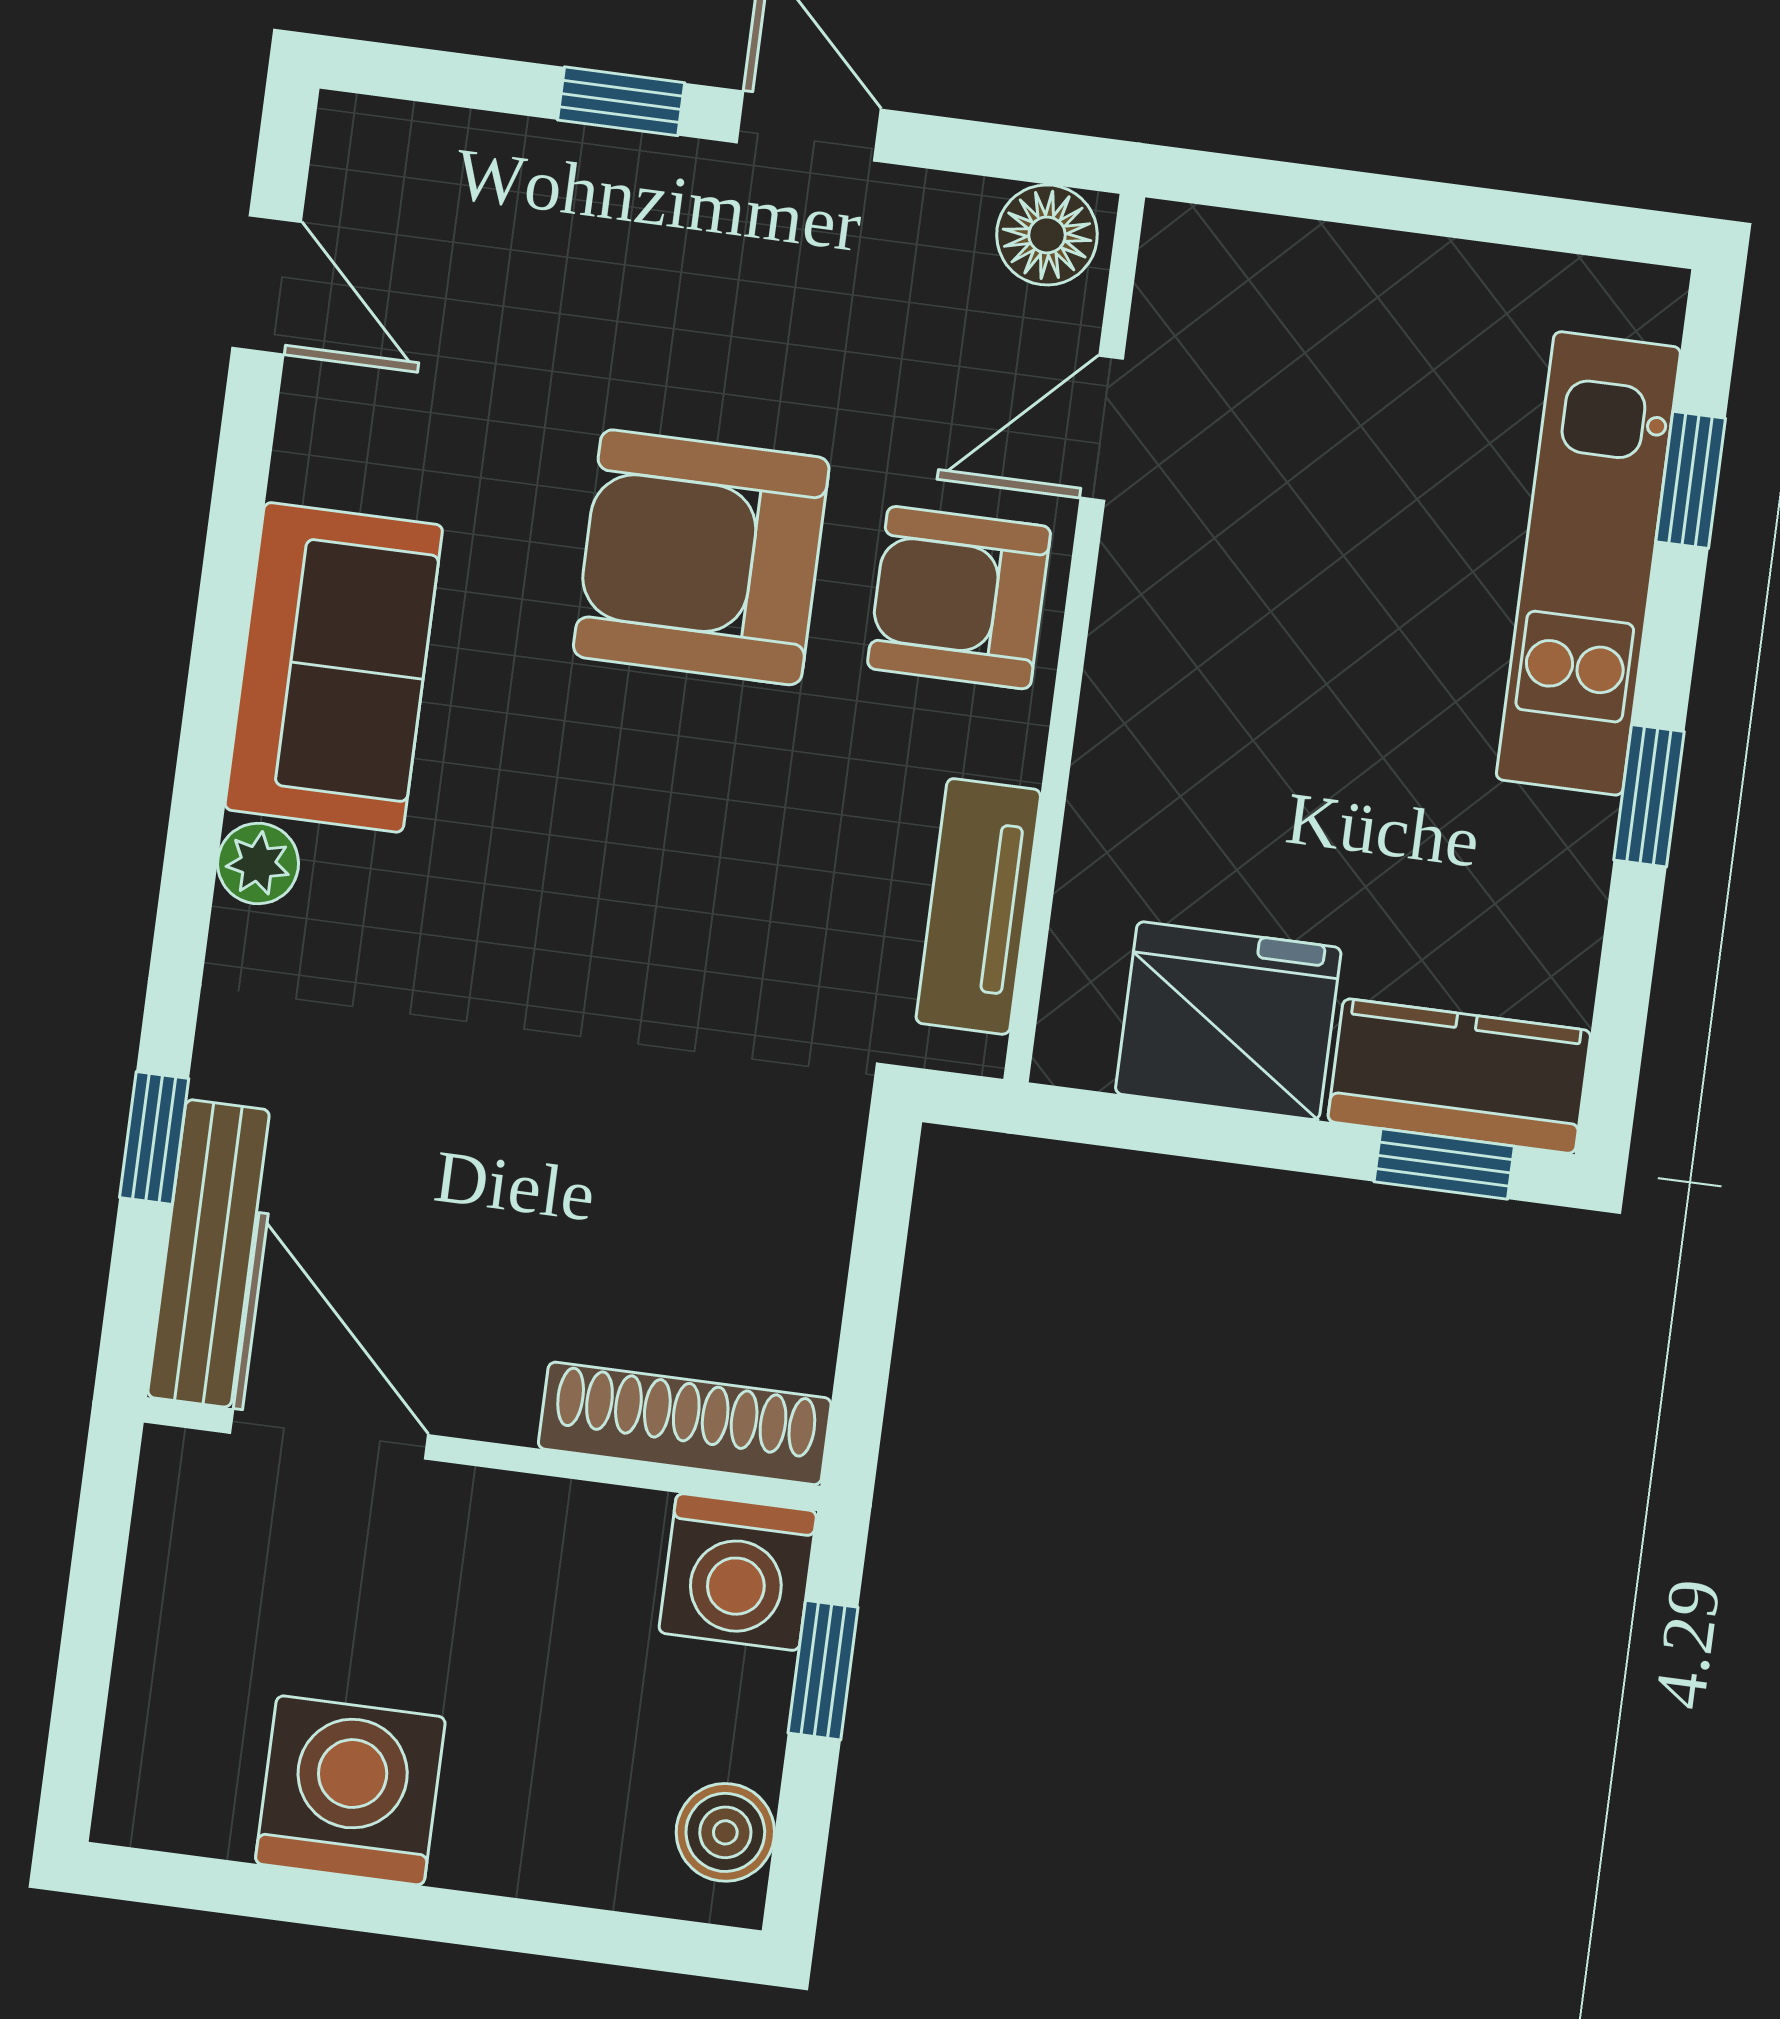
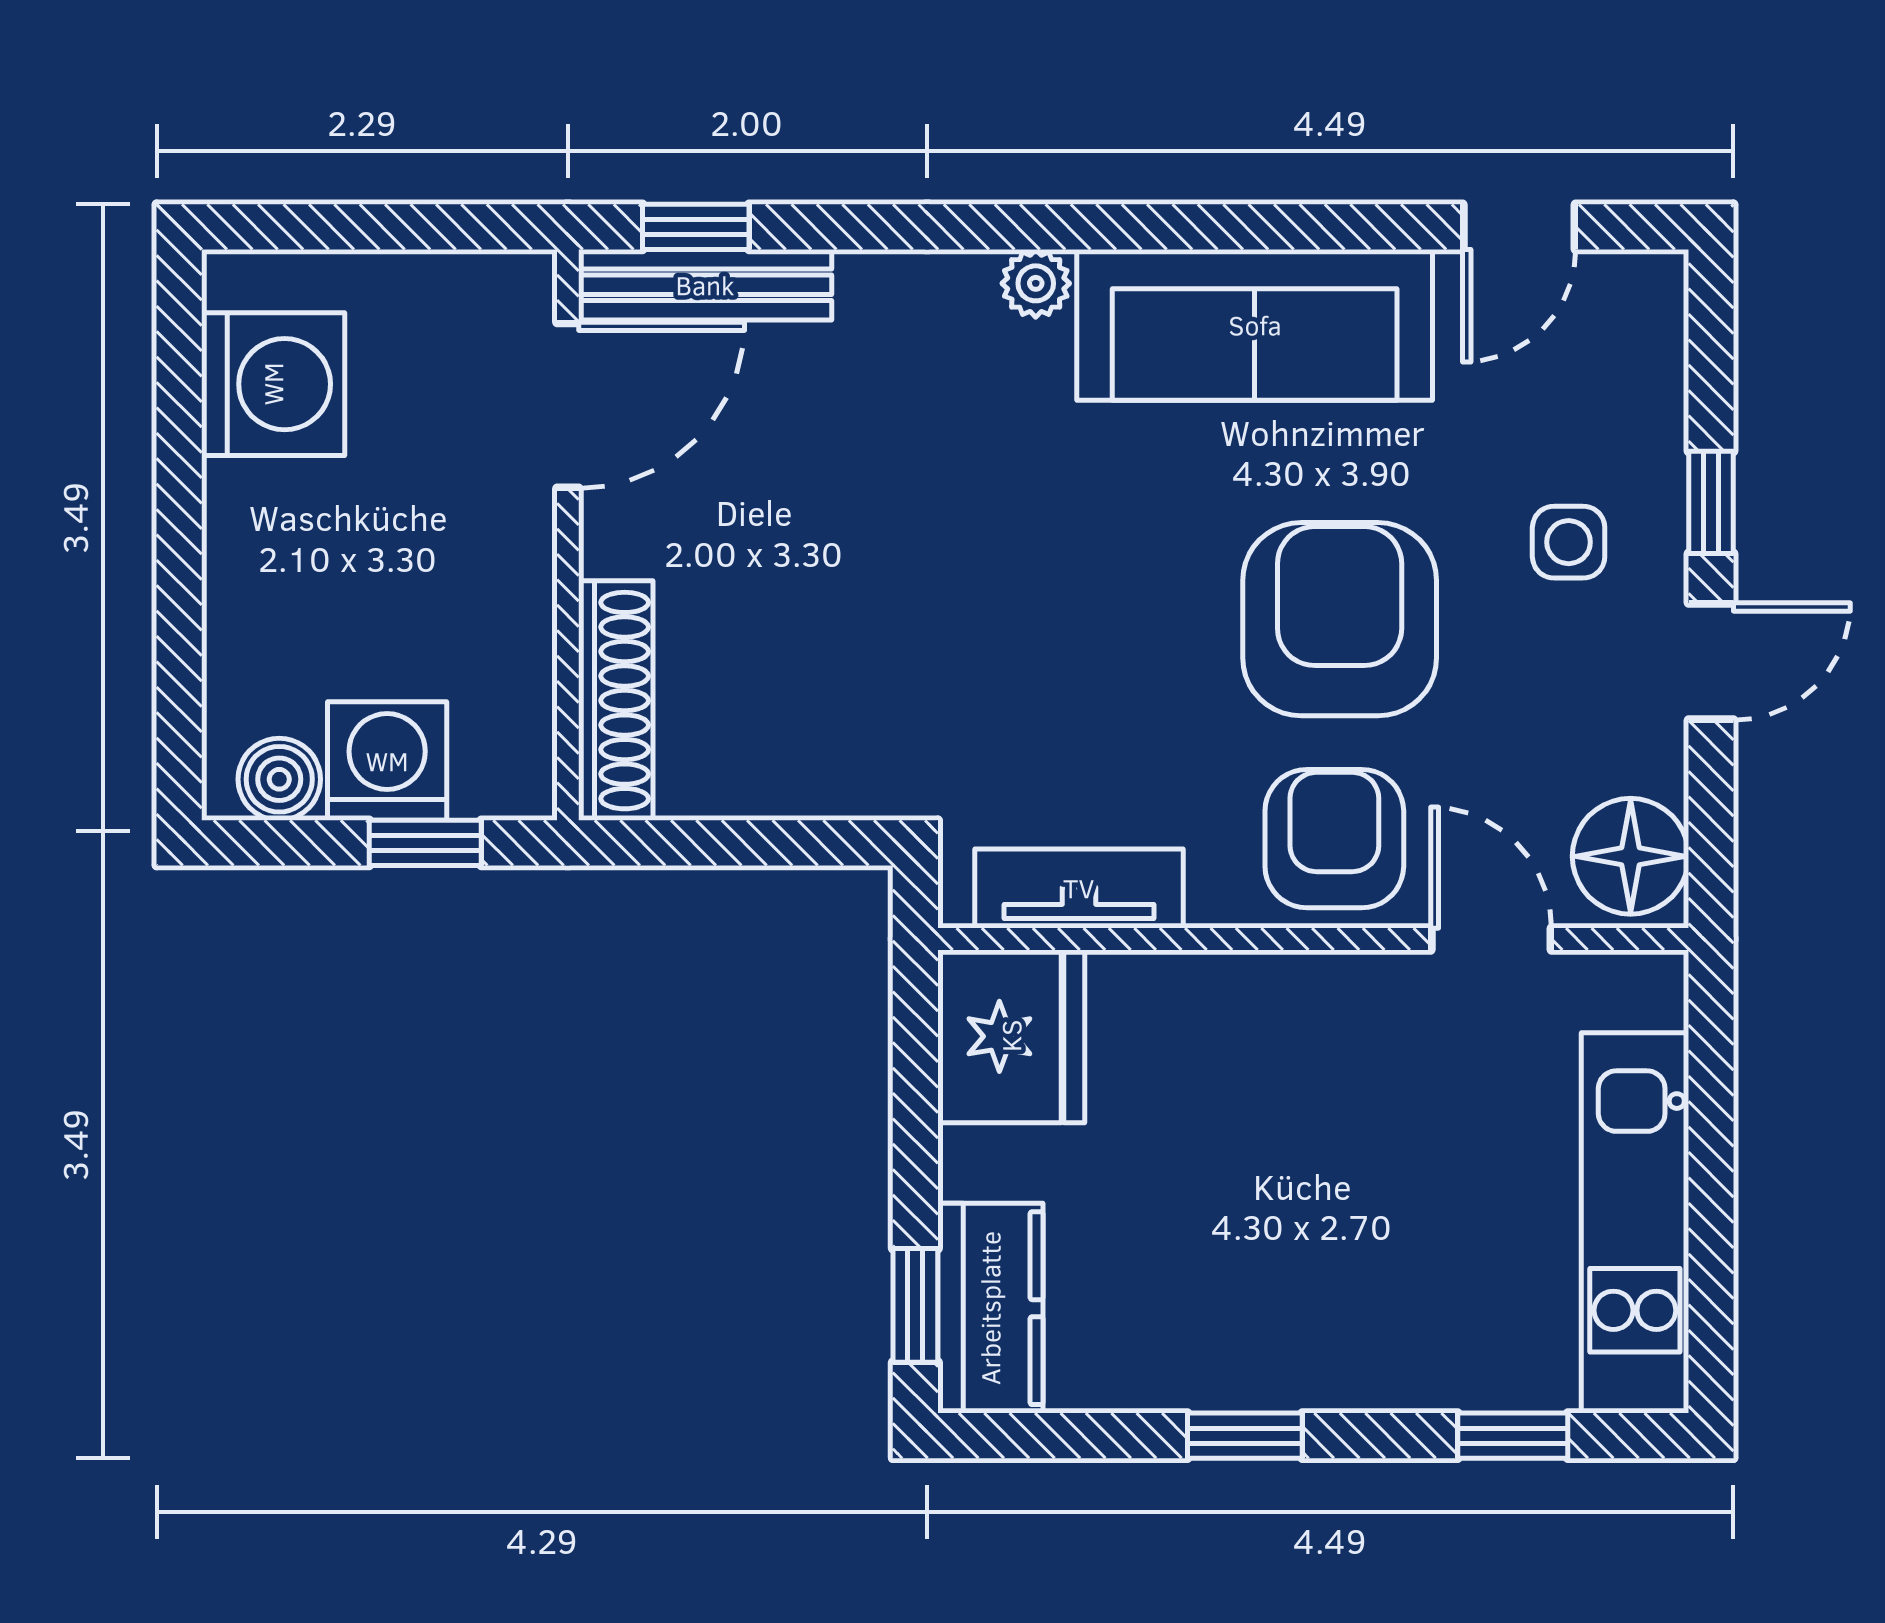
floor lamp: (1047, 235) -> (1631, 856), width x1.38, depth x1.38
side table: (646, 275) -> (1569, 542), added
kitchen unit: (1588, 563) -> (1635, 1223), moved, turned -90
sofa: (334, 667) -> (1255, 325), width x1.36
fridge: (1228, 1021) -> (1011, 1036), moved
window: (154, 1138) -> (696, 227), moved
washing machine: (738, 1572) -> (387, 761), moved, turned 90
washing machine: (350, 1790) -> (273, 384), moved

